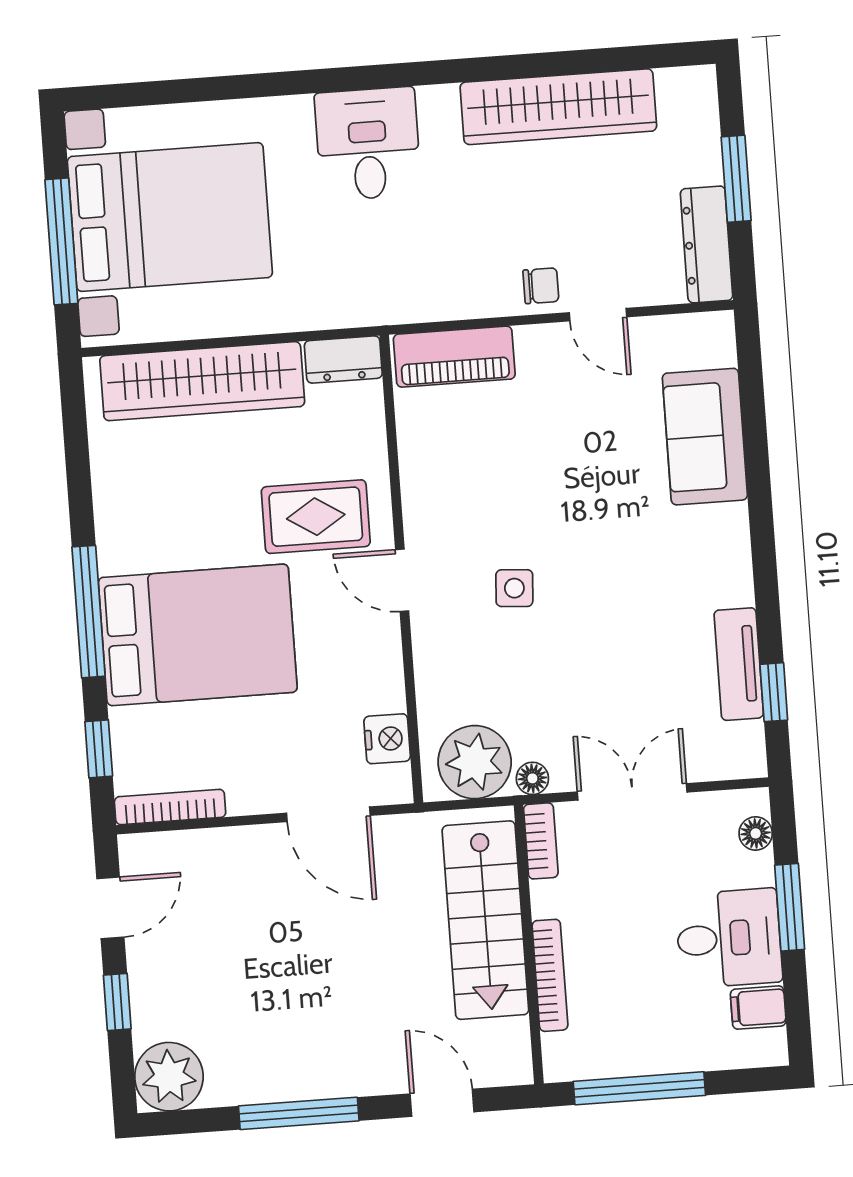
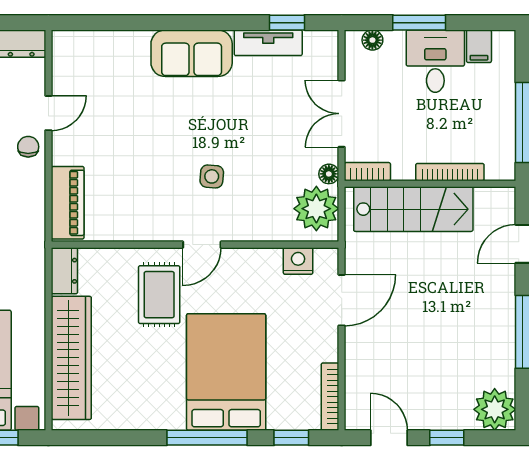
sofa: (705, 437) -> (192, 53), moved

